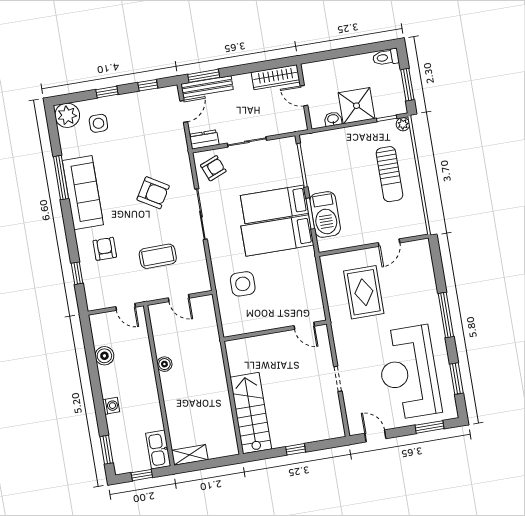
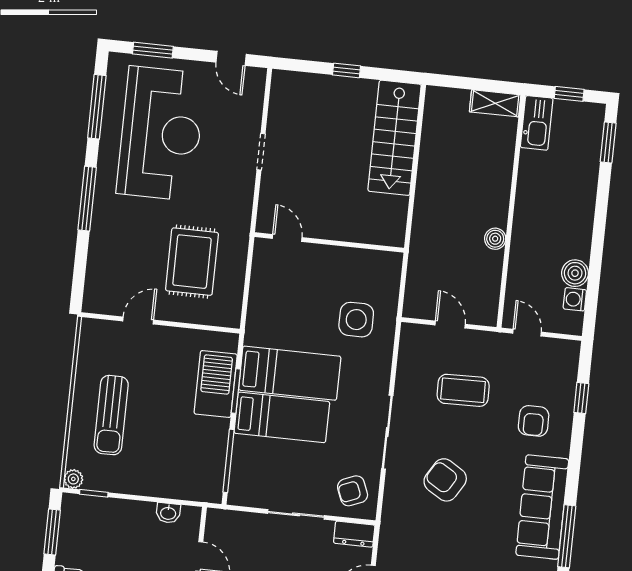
shower: (357, 106) -> (130, 522), removed
sun lounger: (389, 174) -> (111, 415), turned 180
window: (457, 379) -> (97, 107), width x1.44
washing machine: (111, 406) -> (575, 299), moved

